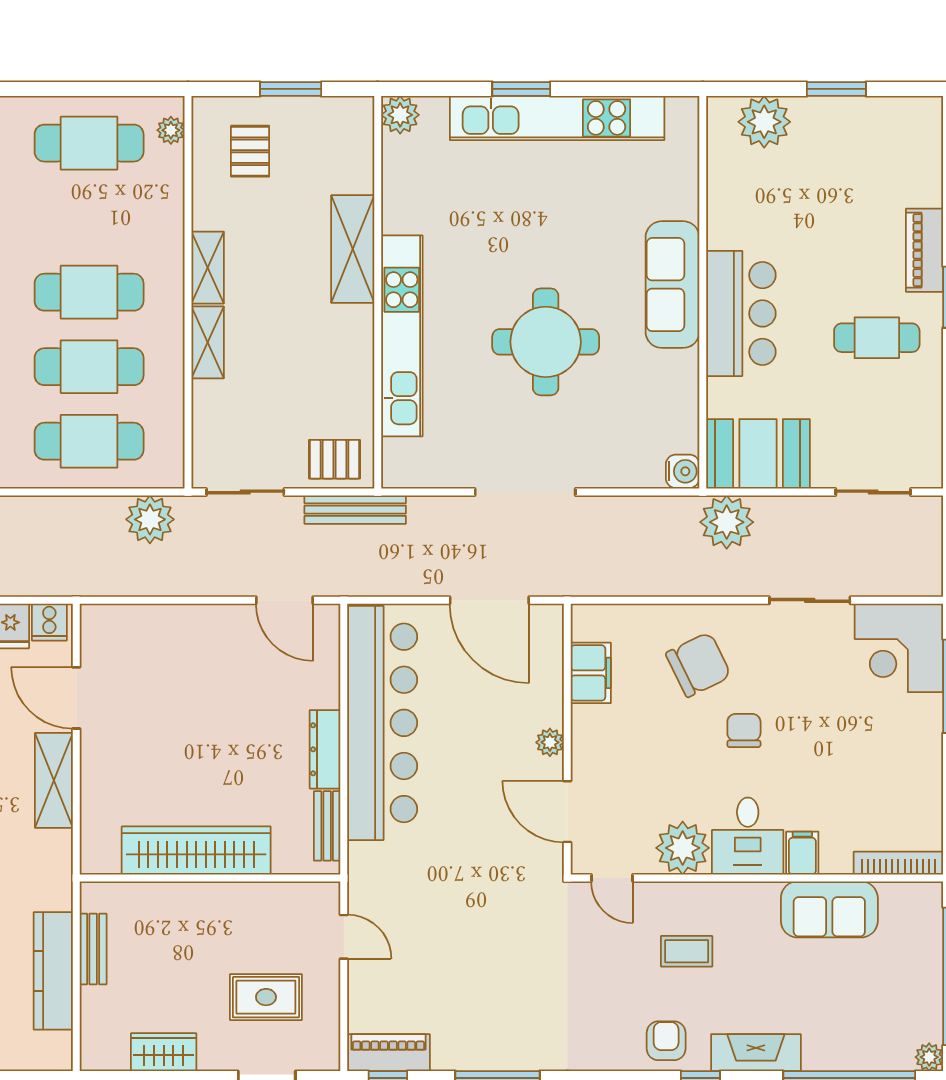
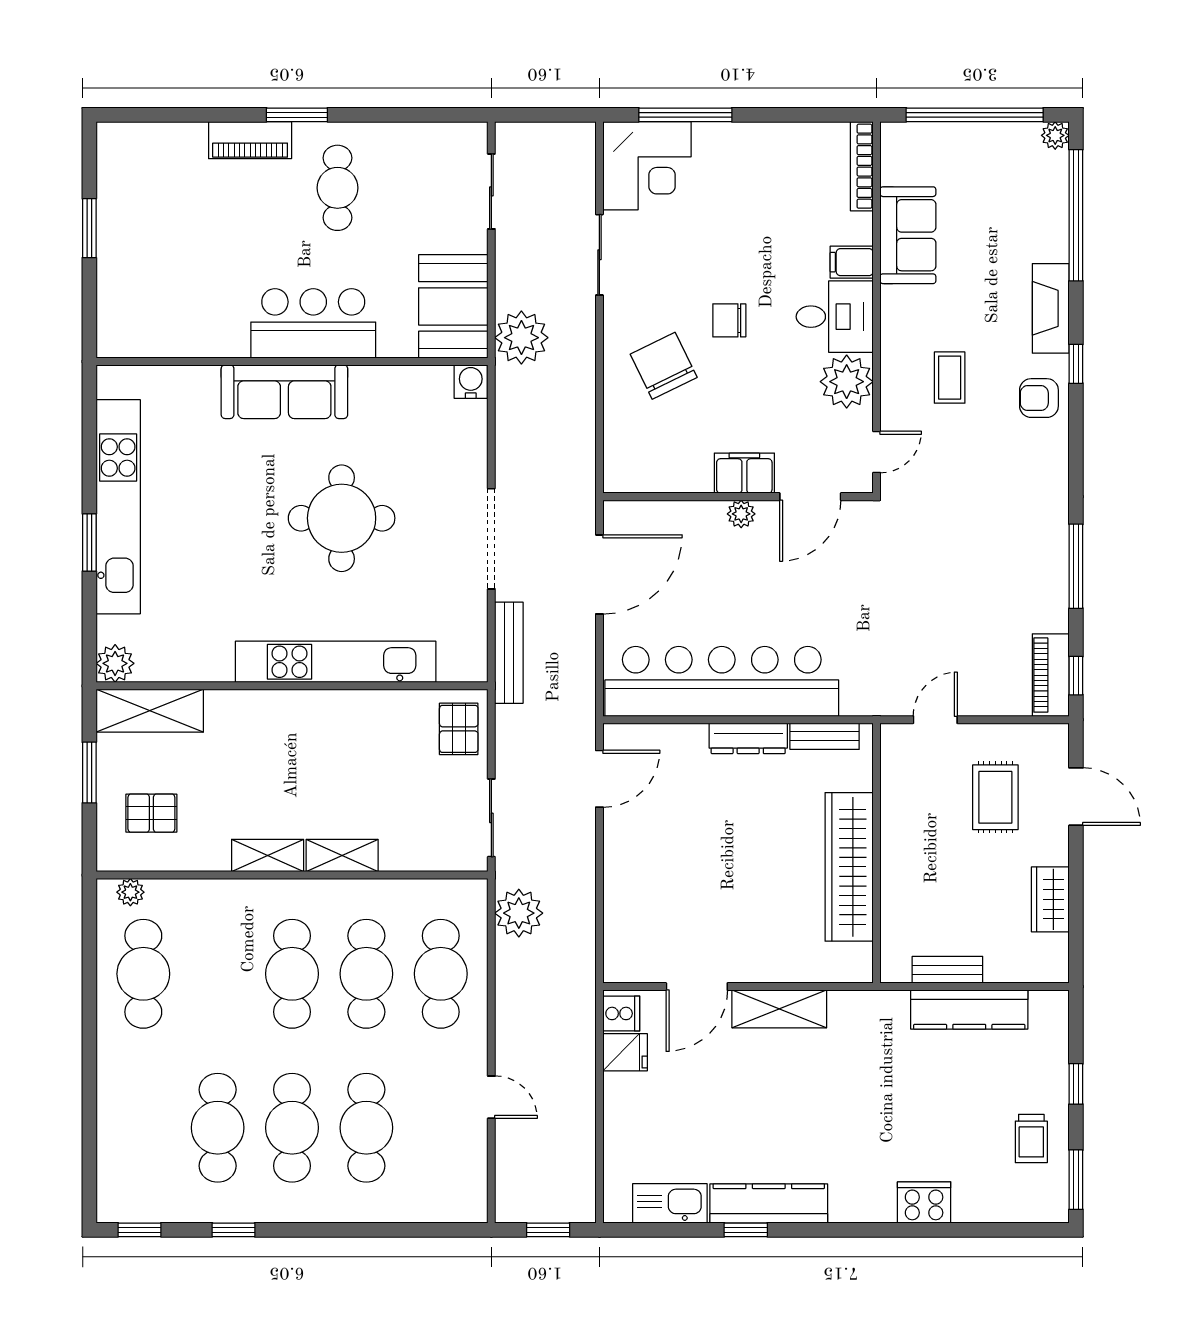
plant: (764, 122) -> (122, 300), removed
shelving: (353, 249) -> (150, 711), moved
bench: (355, 510) -> (509, 653), moved
filing cabinet: (591, 673) -> (744, 473), moved

